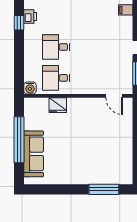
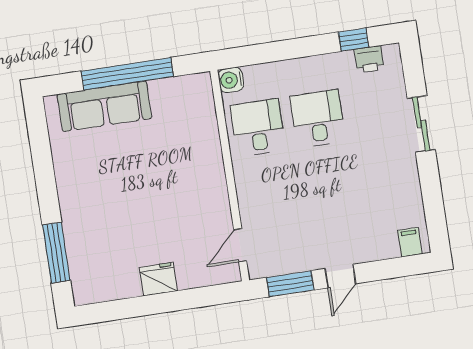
fridge: (58, 105) -> (158, 279), moved, turned 90

